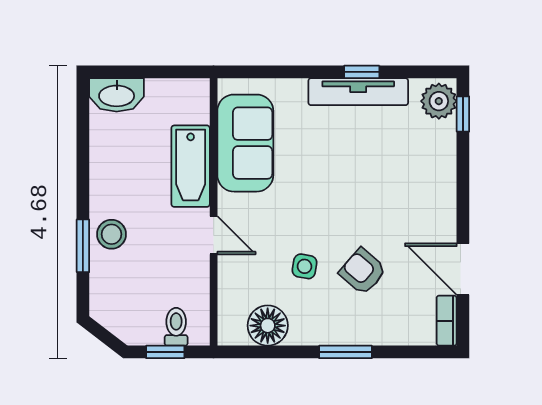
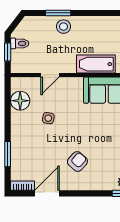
door: (214, 235) -> (50, 75), moved
armchair: (363, 271) -> (77, 161), moved
toilet: (176, 327) -> (20, 43), moved
window: (346, 352) -> (8, 154), moved

